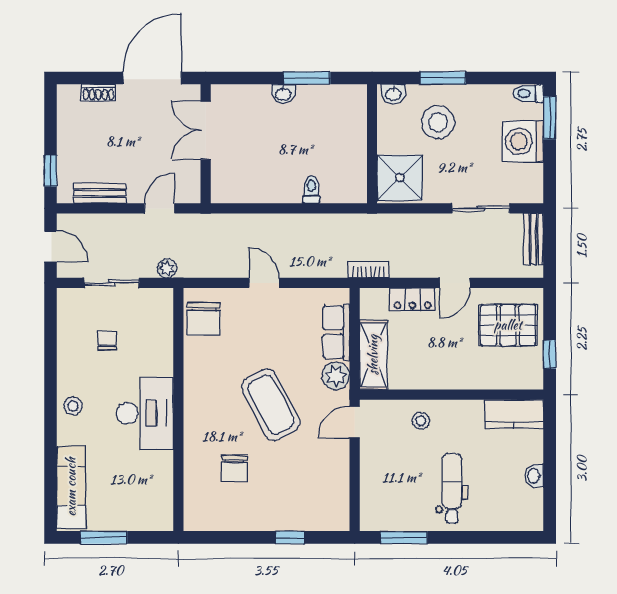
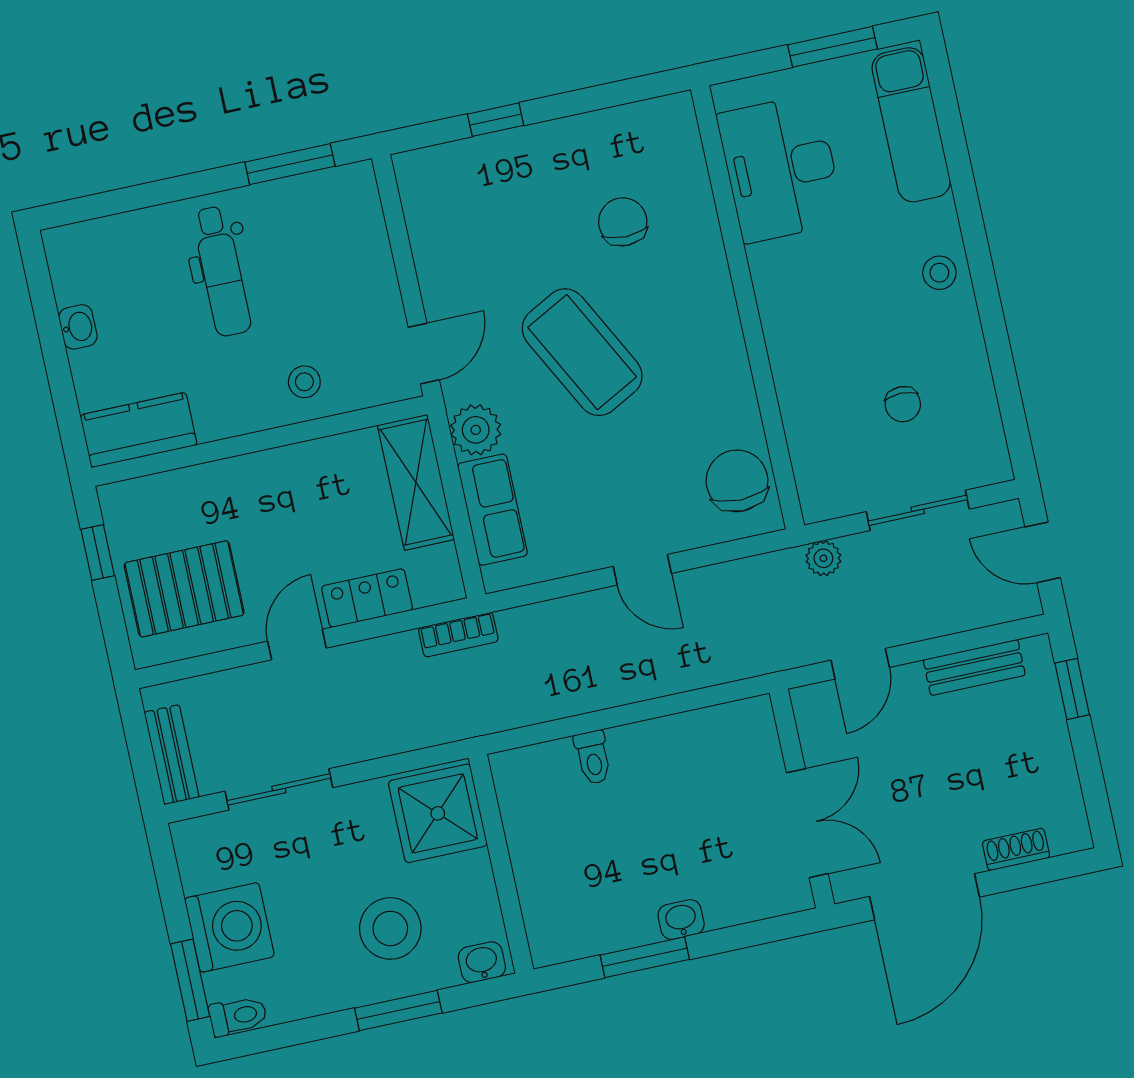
desk: (145, 413) -> (781, 168), moved

